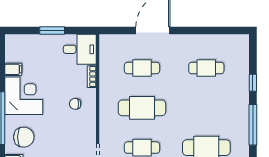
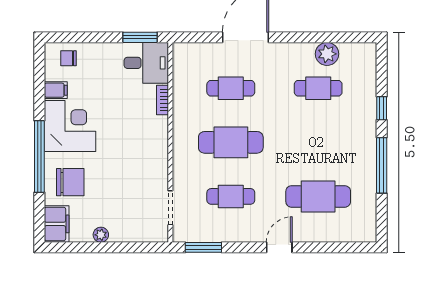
window: (52, 30) -> (140, 37), moved
plant: (213, 43) -> (327, 54), added
chair: (75, 104) -> (68, 58), moved

